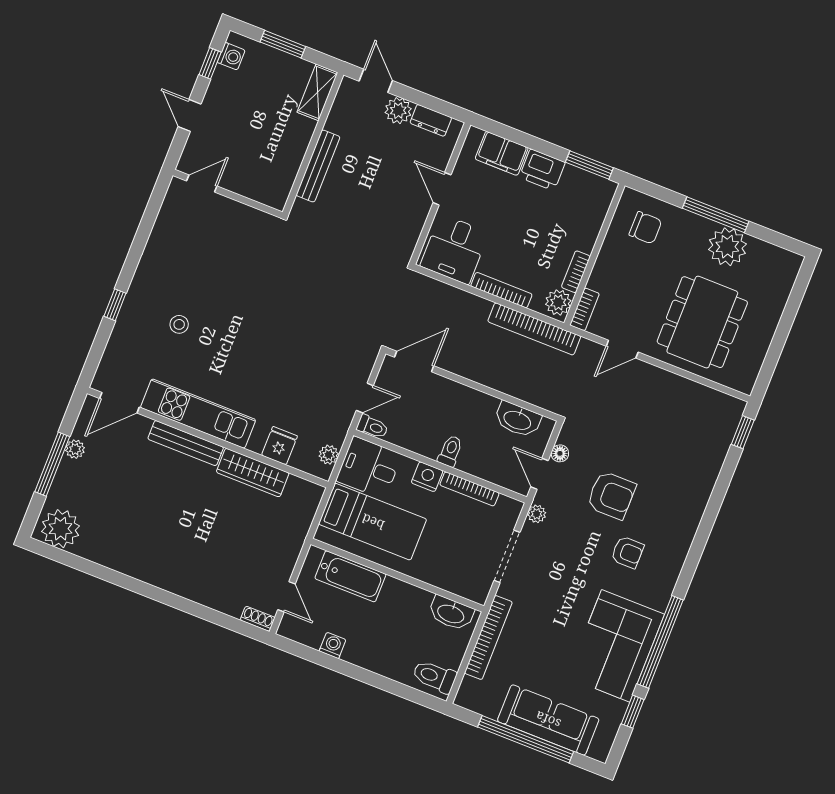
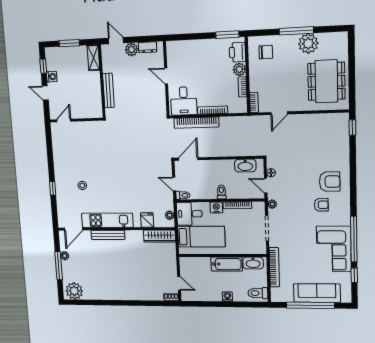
washing machine: (231, 56) -> (52, 77), moved
filing cabinet: (502, 153) -> (185, 48), removed
printer: (542, 170) -> (237, 52), moved, turned 90
plant: (558, 302) -> (239, 69), moved
dining table: (702, 322) -> (326, 81), moved
bookcase: (534, 329) -> (196, 123), moved
door: (365, 398) -> (174, 184), swing flipped
wardrobe: (253, 473) -> (159, 236), moved
armchair: (611, 495) -> (330, 182), moved
bathtub: (350, 576) -> (227, 264), moved
washing machine: (333, 645) -> (227, 297), moved

